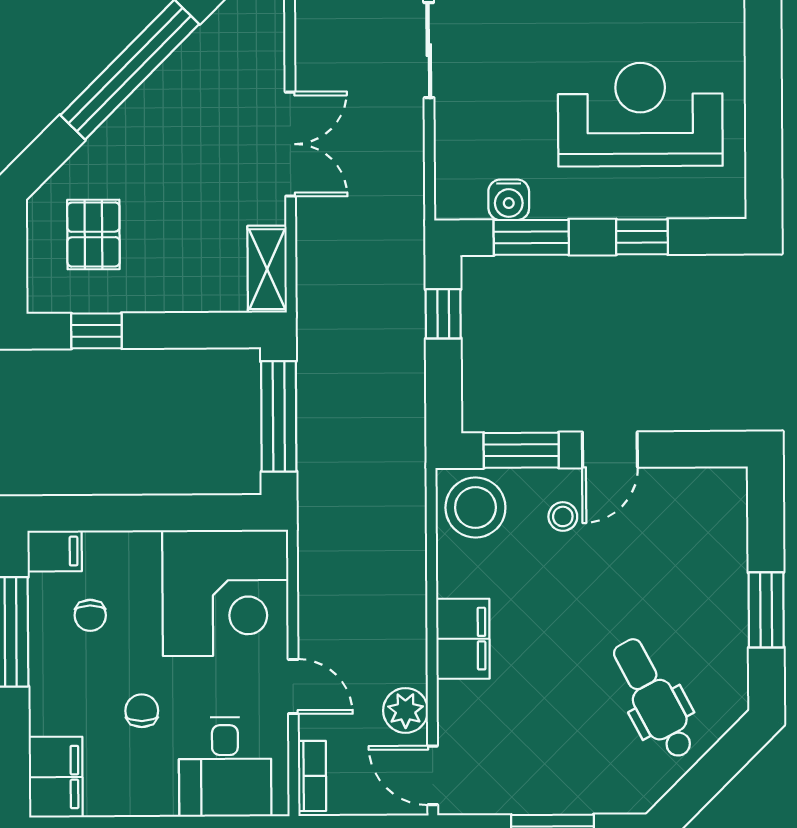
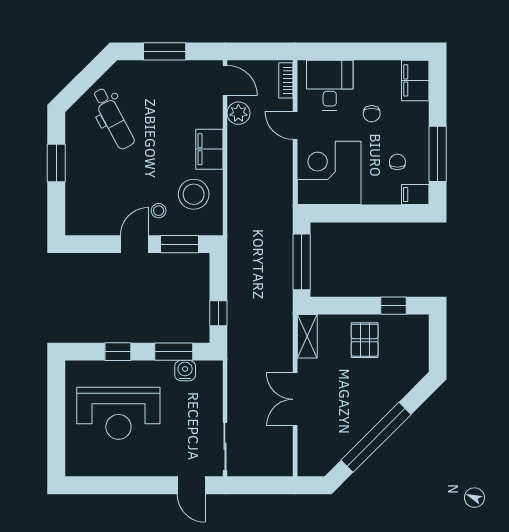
pallet: (93, 234) -> (365, 340), moved
stool: (475, 508) -> (194, 194), moved

